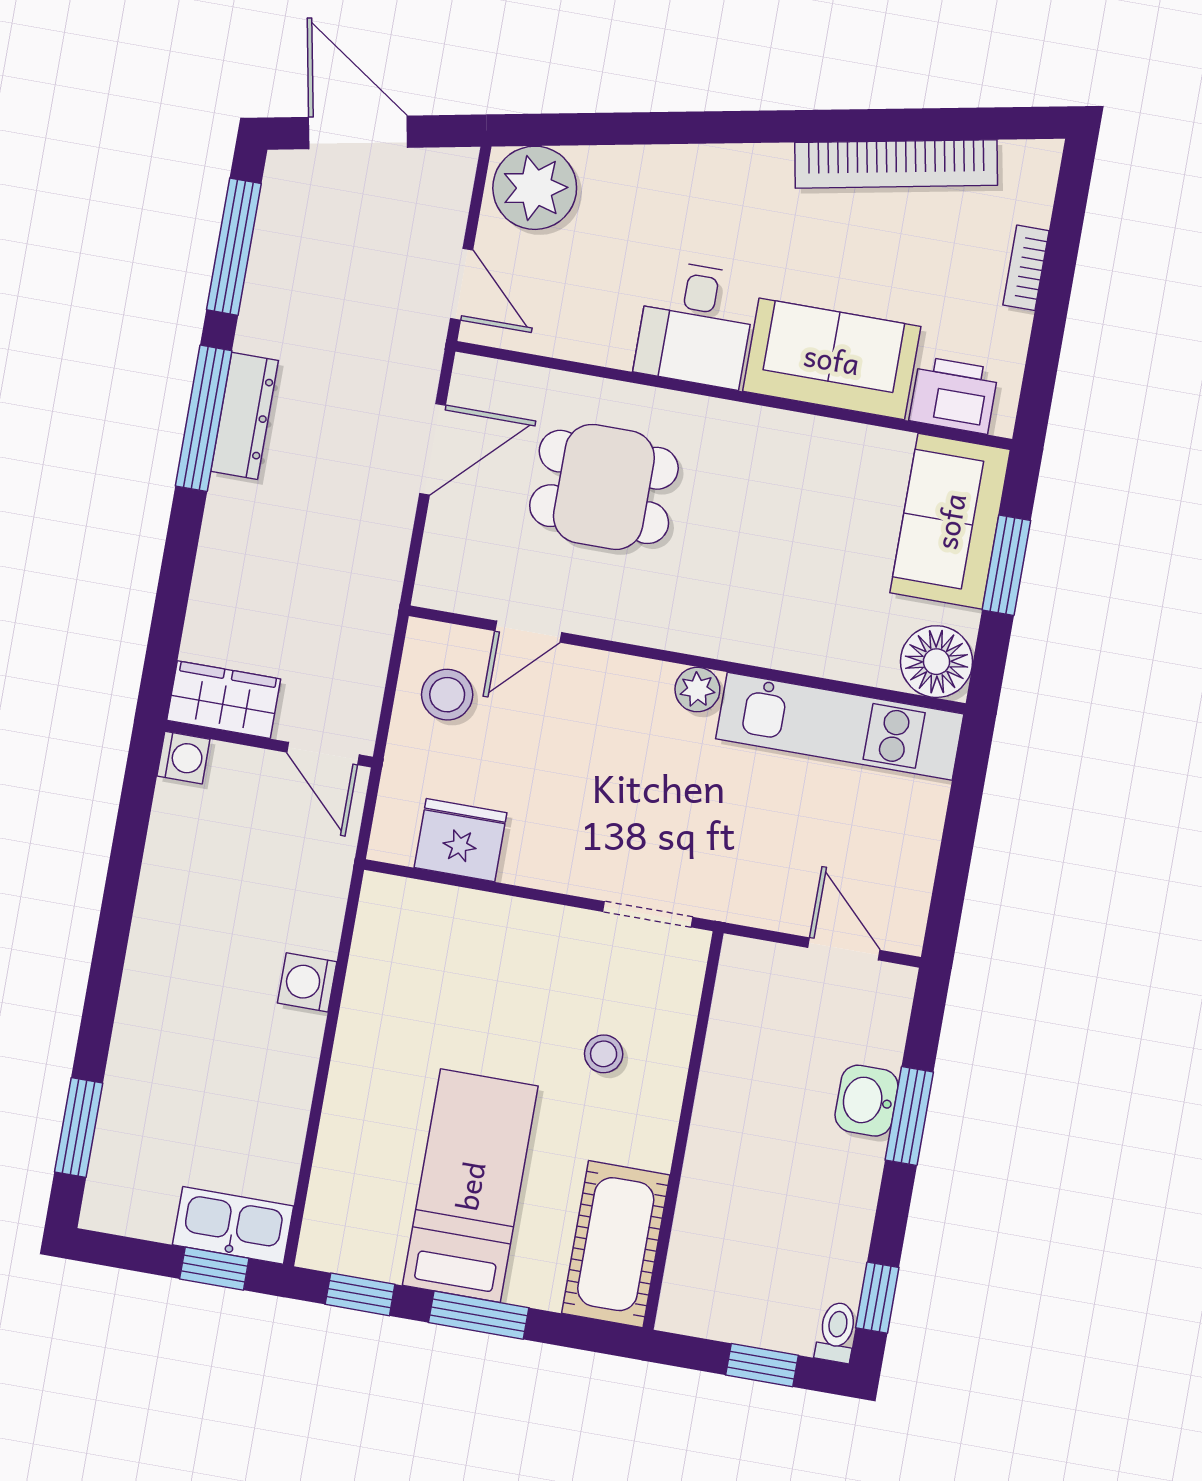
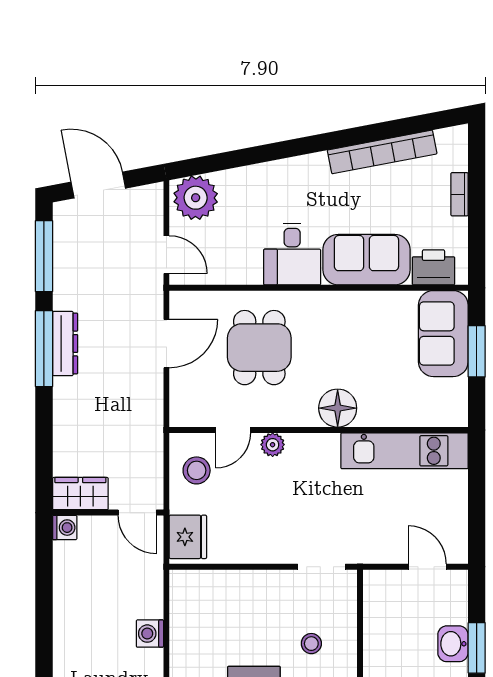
dining table: (604, 487) -> (259, 348), turned 90
floor lamp: (937, 662) -> (338, 408), moved
plant: (697, 690) -> (273, 445), moved
fridge: (461, 840) -> (188, 537), moved, turned 90

